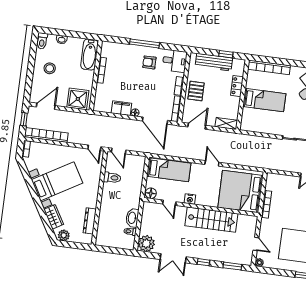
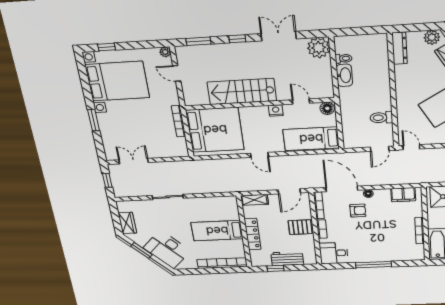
armchair: (149, 62) -> (358, 211), moved
workbench: (214, 62) -> (287, 259), width x0.73
locker: (237, 86) -> (253, 234), width x1.53
pallet: (196, 91) -> (300, 227), turned 90
filing cabinet: (121, 108) -> (403, 195), moved
door: (119, 151) -> (380, 149), swing flipped
dresser: (90, 221) -> (399, 48), moved

